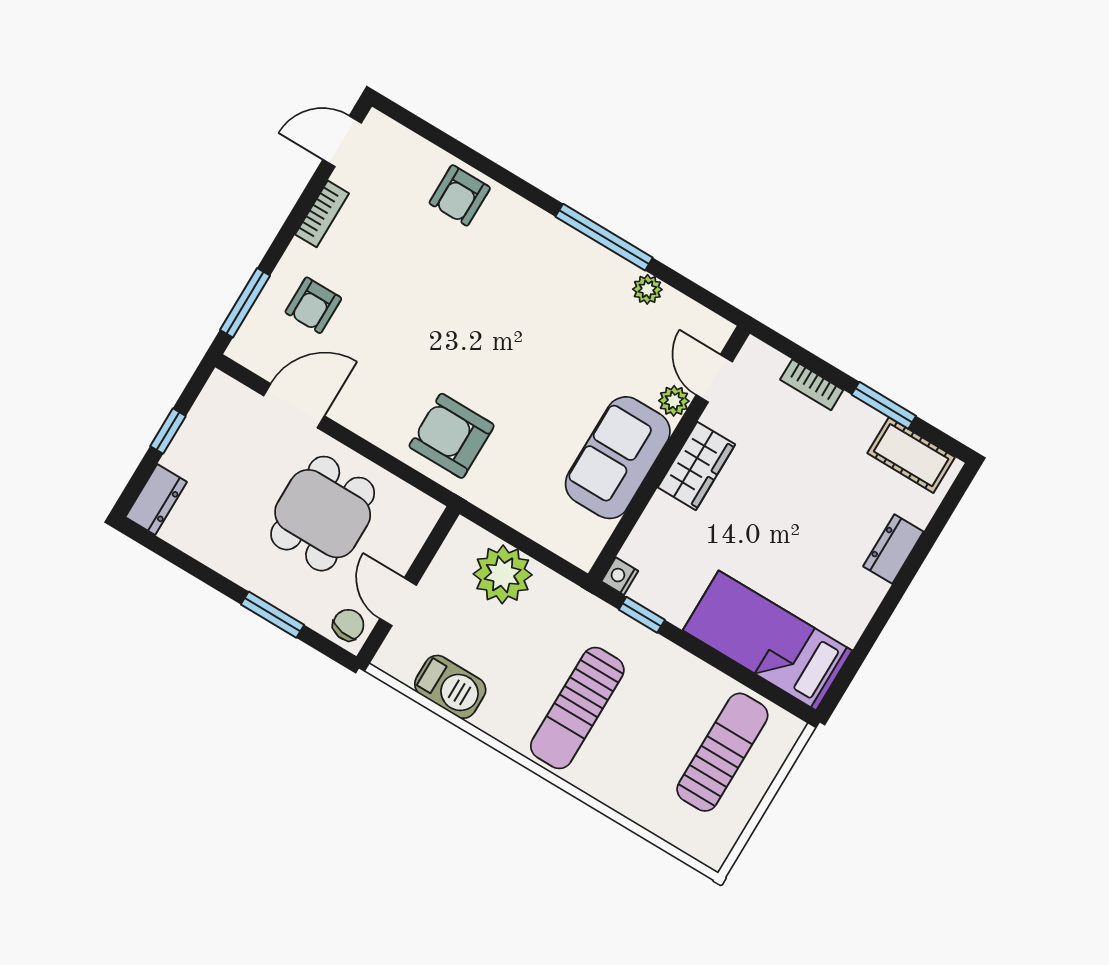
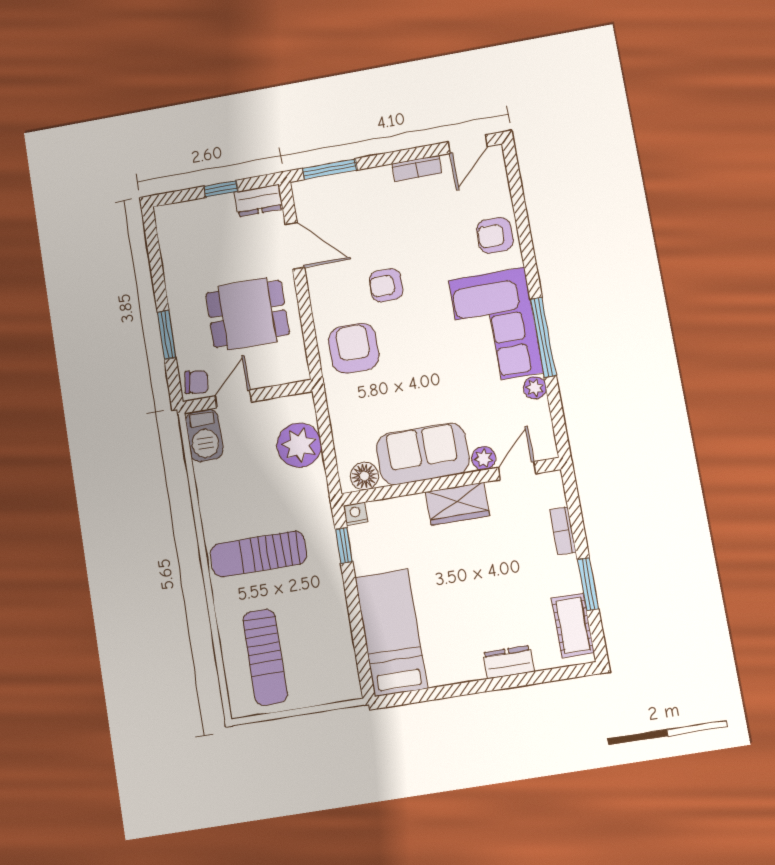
door: (342, 141) -> (468, 144), swing flipped
corner sofa: (552, 274) -> (496, 326), added
armchair: (313, 305) -> (386, 285), moved
dresser: (156, 500) -> (259, 200), moved
floor lamp: (590, 535) -> (364, 476), added
barbecue: (450, 687) -> (204, 435), moved
sun lounger: (722, 752) -> (265, 657), moved, turned 90

